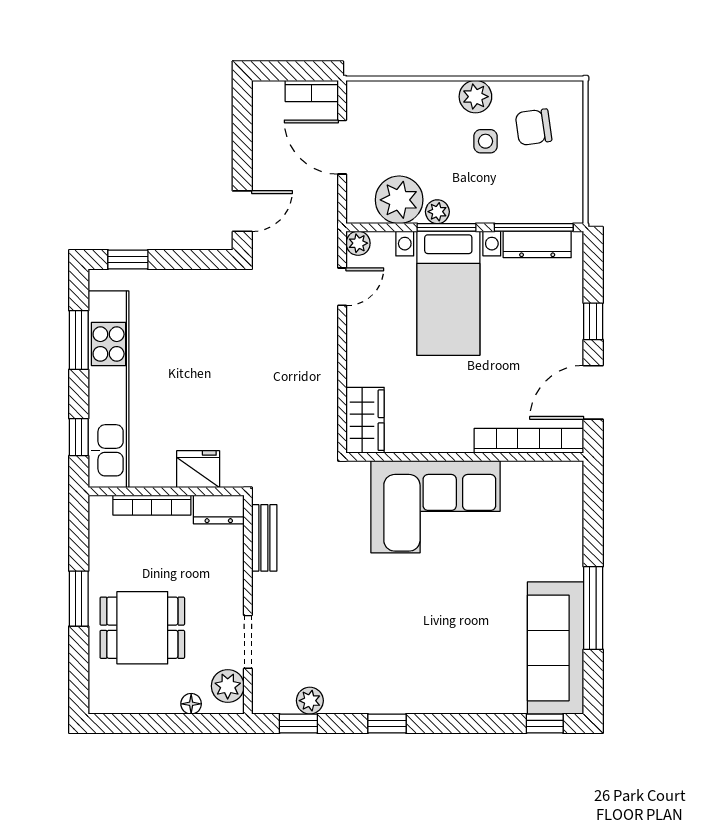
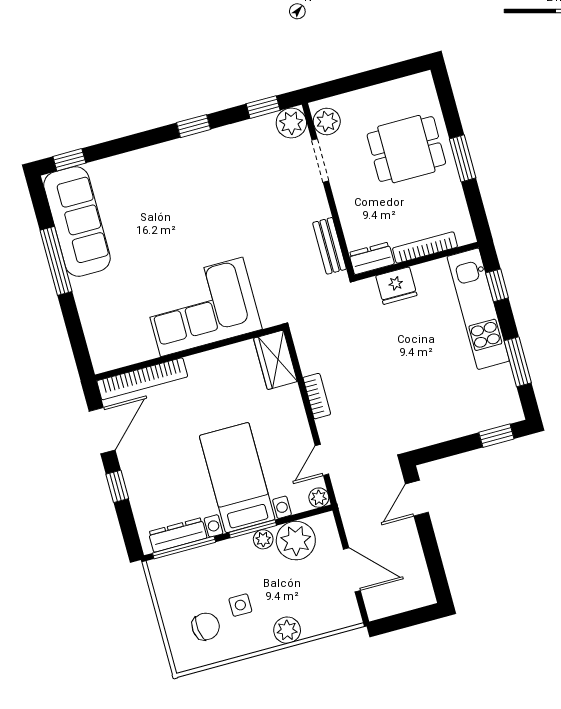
bookcase: (312, 91) -> (317, 396), moved, turned 90
plant: (475, 97) -> (287, 630), moved
kitchen unit: (109, 389) -> (478, 309), width x0.73
plant: (310, 701) -> (291, 123), moved, width x1.38, depth x1.38
floor lamp: (191, 704) -> (352, 100), removed

